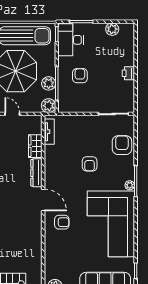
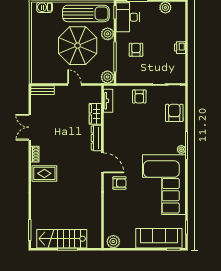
plant: (49, 83) -> (108, 34), moved
armchair: (90, 164) -> (139, 96), moved

